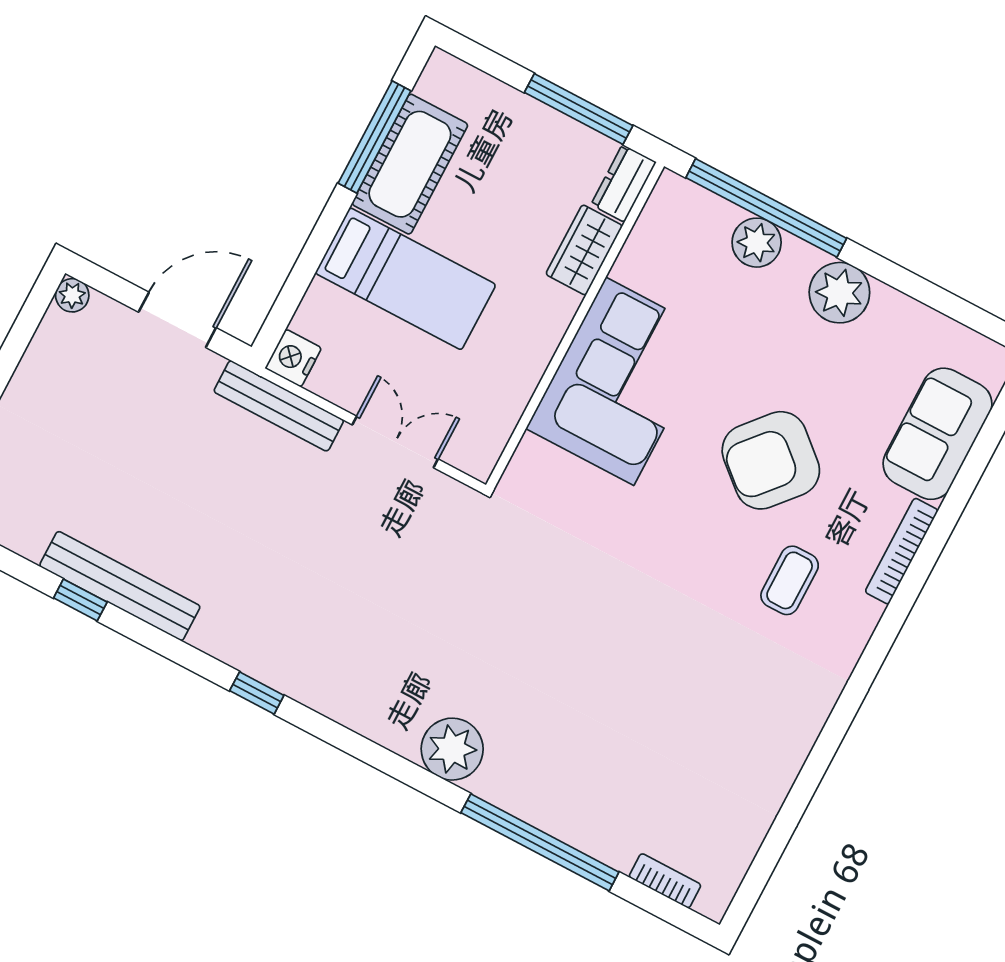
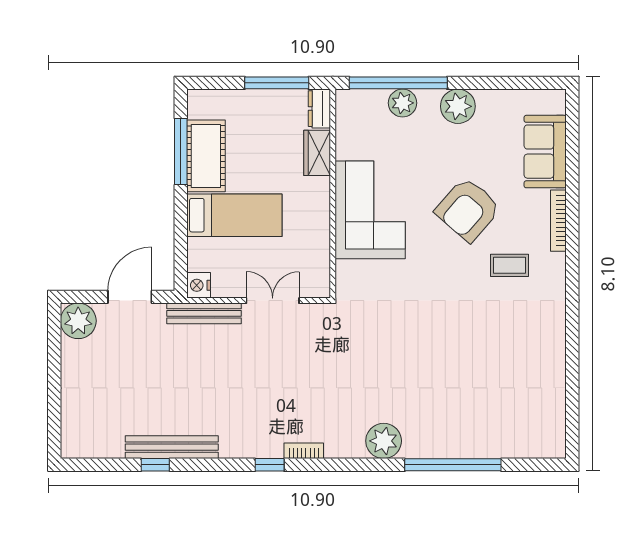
plant: (72, 295) -> (78, 321), width x1.87, depth x1.87
coffee table: (790, 580) -> (509, 265), turned 90
bookcase: (665, 881) -> (304, 451), moved

